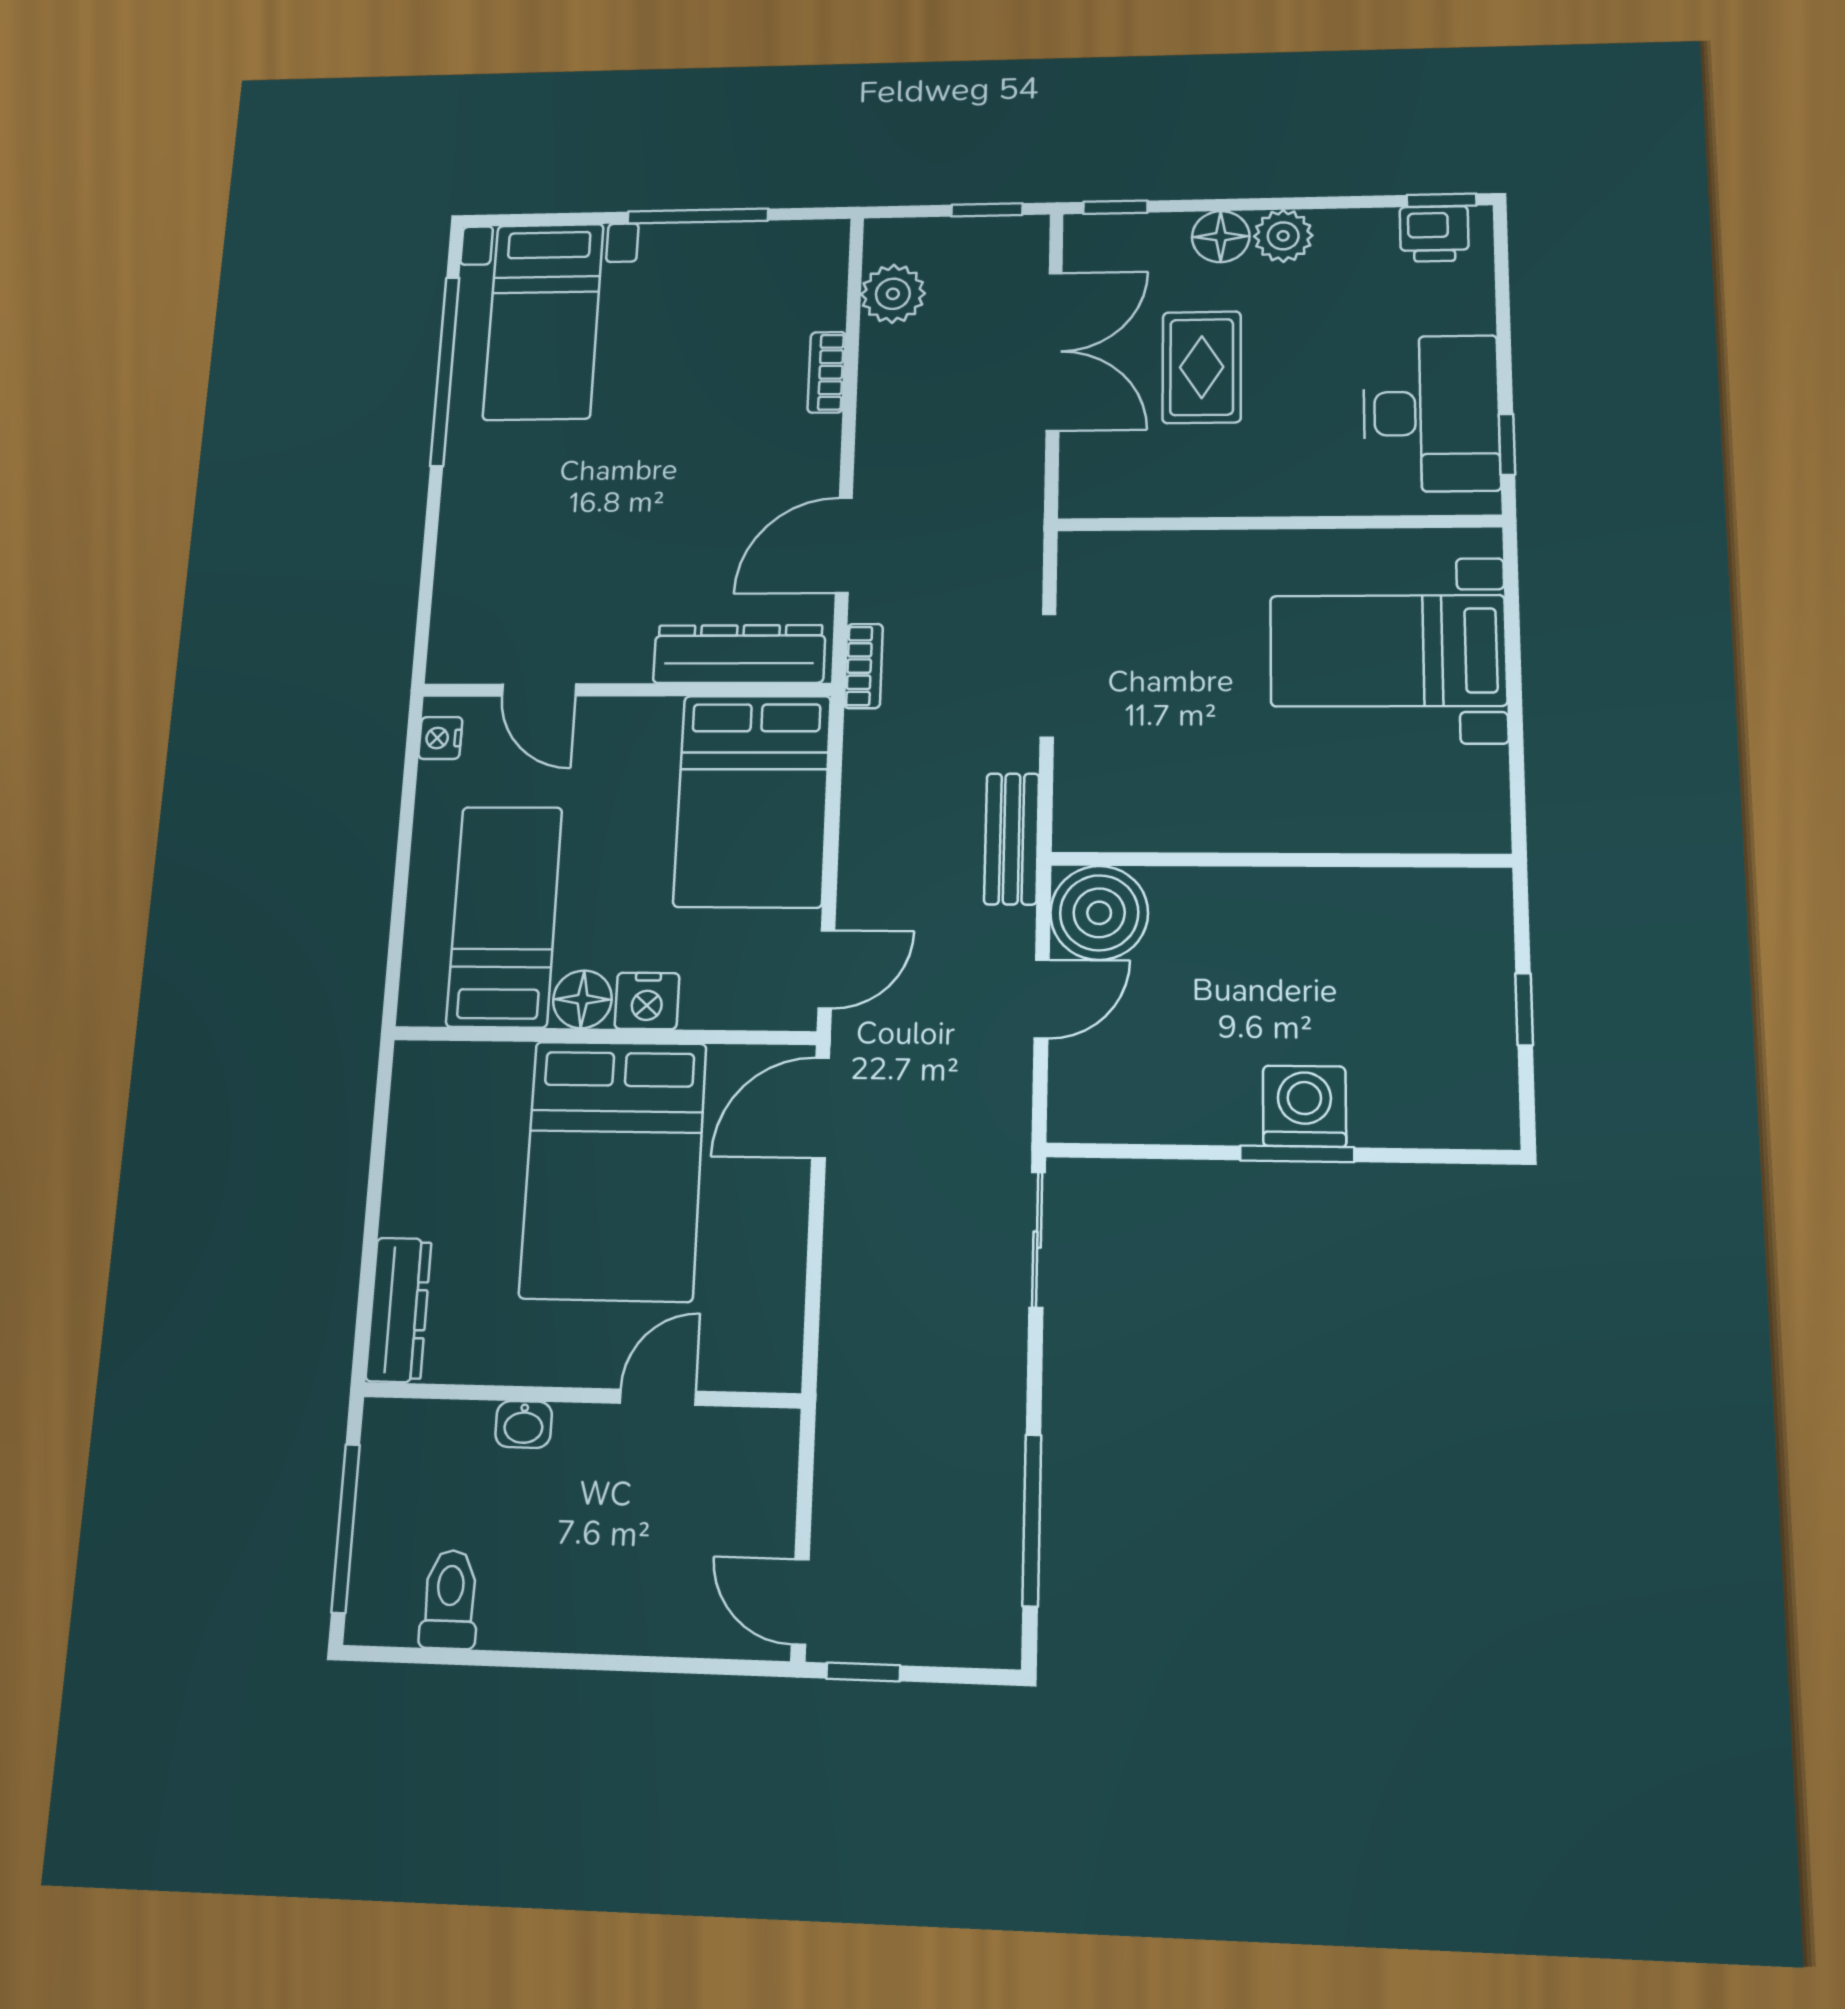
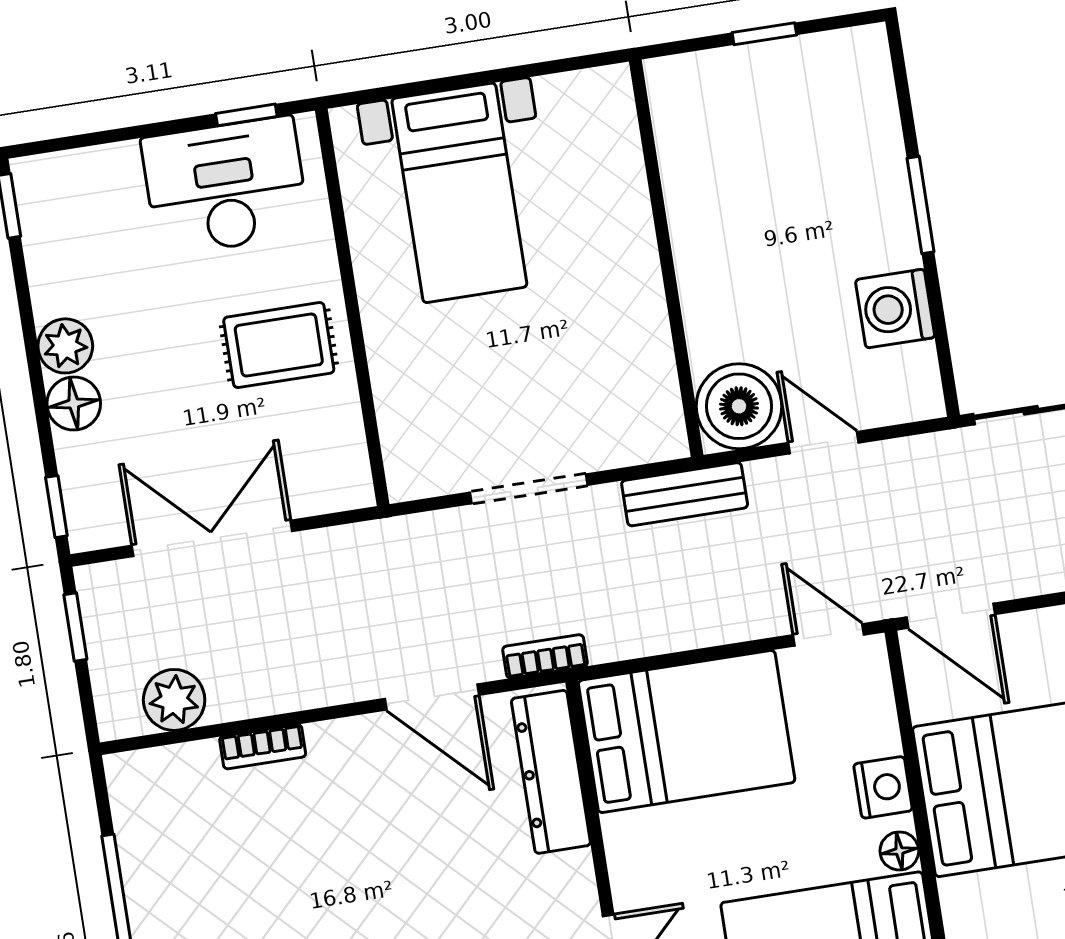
printer: (1434, 234) -> (45, 208), removed
rug: (1202, 367) -> (279, 345), moved
floor lamp: (582, 999) -> (899, 851), width x0.73, depth x0.73
washing machine: (1304, 1106) -> (895, 309), moved

